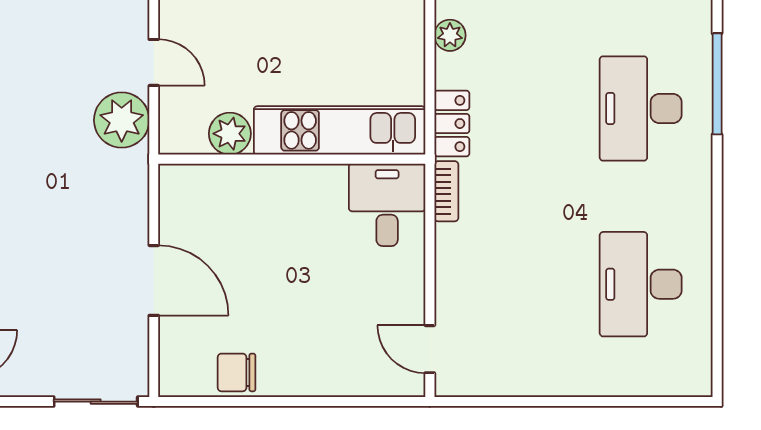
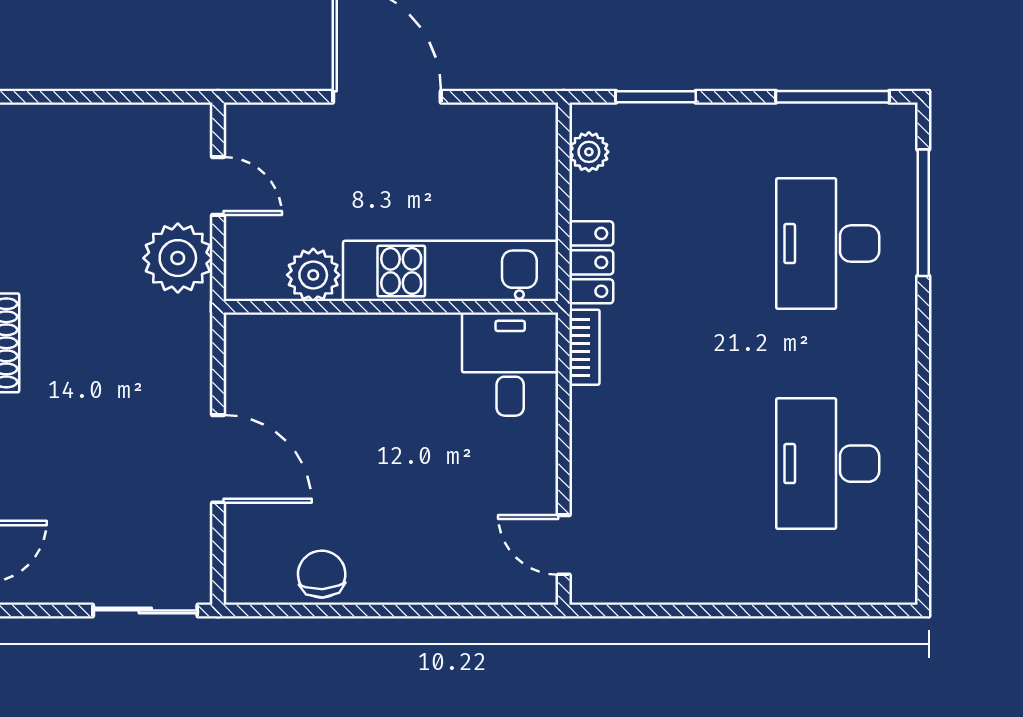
chair: (237, 372) -> (322, 574), turned 87

